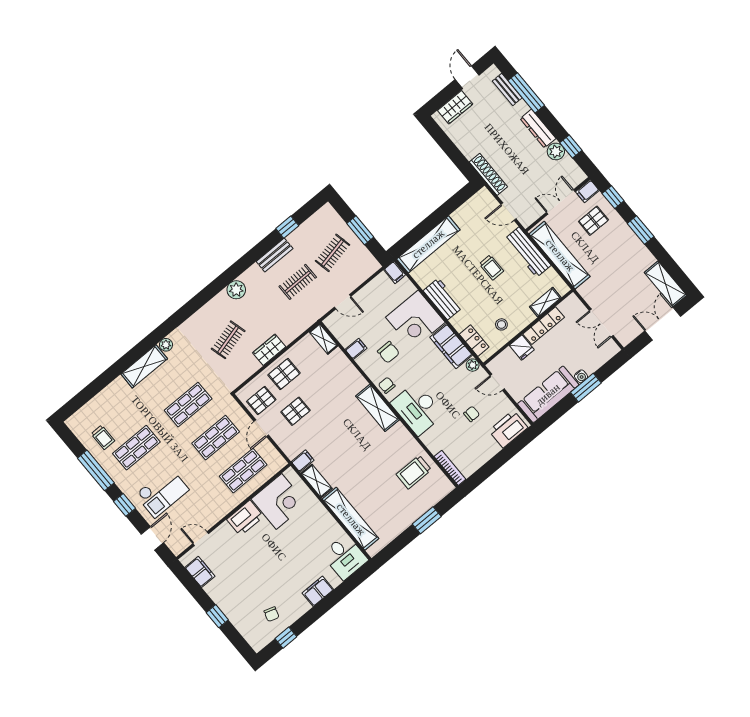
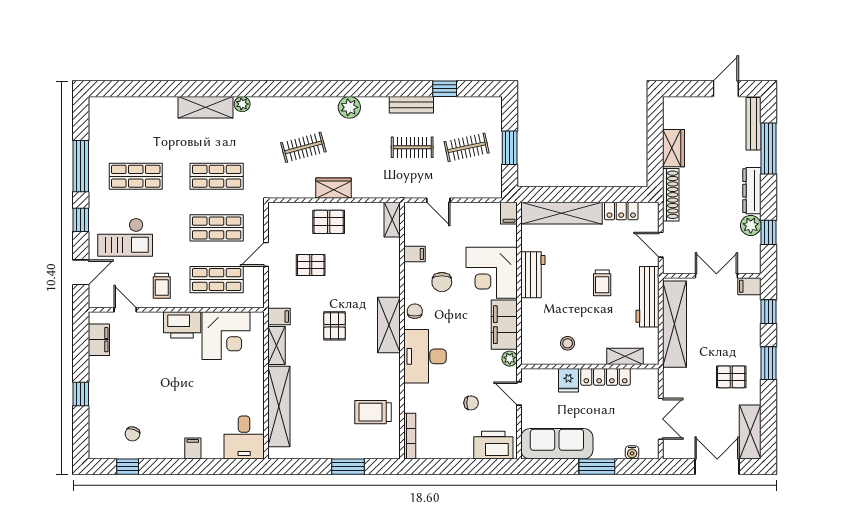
bench: (507, 89) -> (754, 124), width x1.36
wardrobe: (455, 107) -> (674, 148), moved, turned -90
pallet: (593, 221) -> (731, 377), moved
double door: (601, 323) -> (661, 419), swing flipped
locker: (474, 341) -> (621, 211), moved, turned 90
water cooler: (581, 376) -> (632, 452), moved
pallet: (261, 400) -> (334, 326), moved, turned 90
trolley: (103, 437) -> (162, 286), moved
filing cabinet: (318, 591) -> (193, 448), width x0.50

